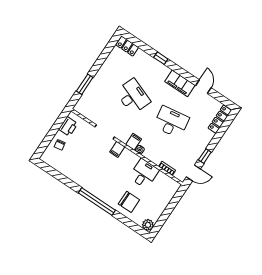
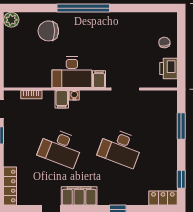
window: (108, 50) -> (181, 179), added
desk: (171, 122) -> (60, 148), turned 30
filing cabinet: (134, 142) -> (62, 99), moved
desk: (144, 174) -> (72, 72), moved, width x1.37

